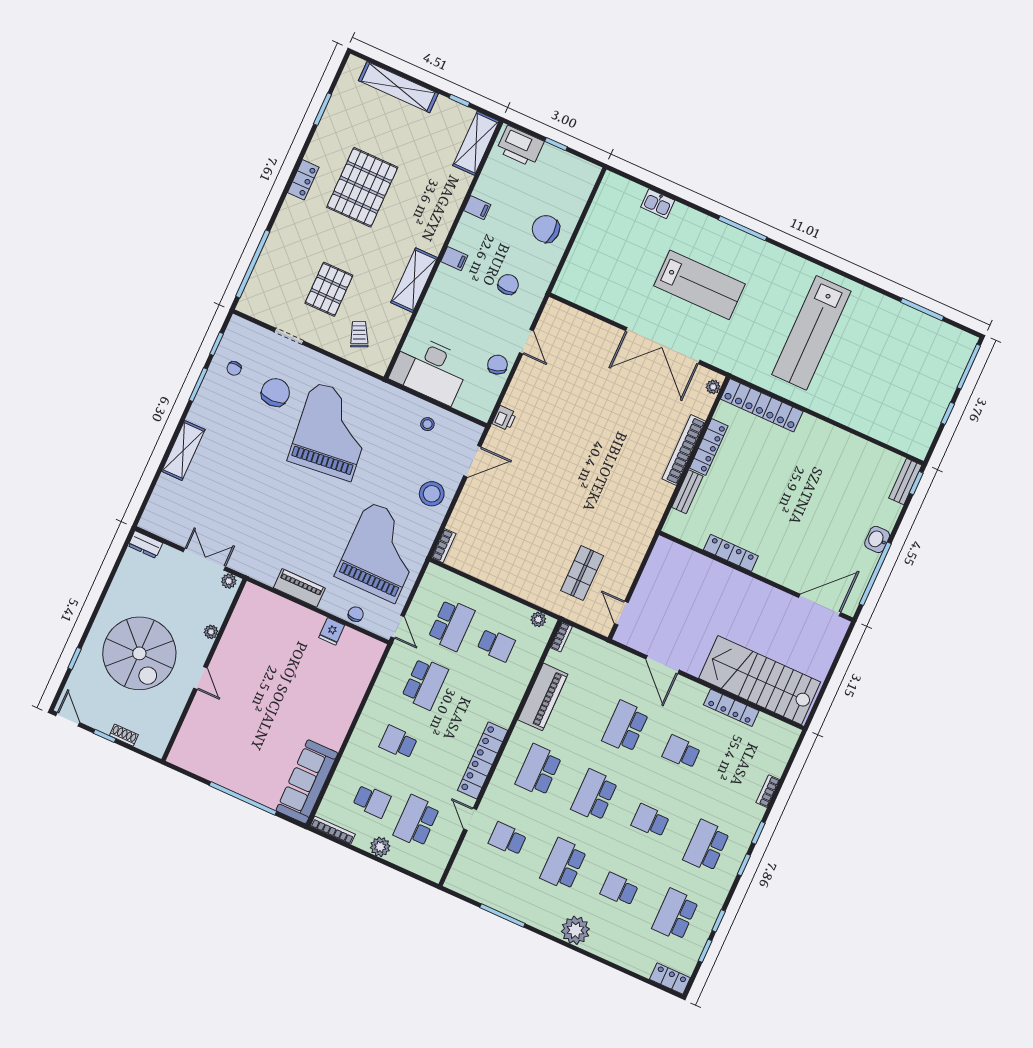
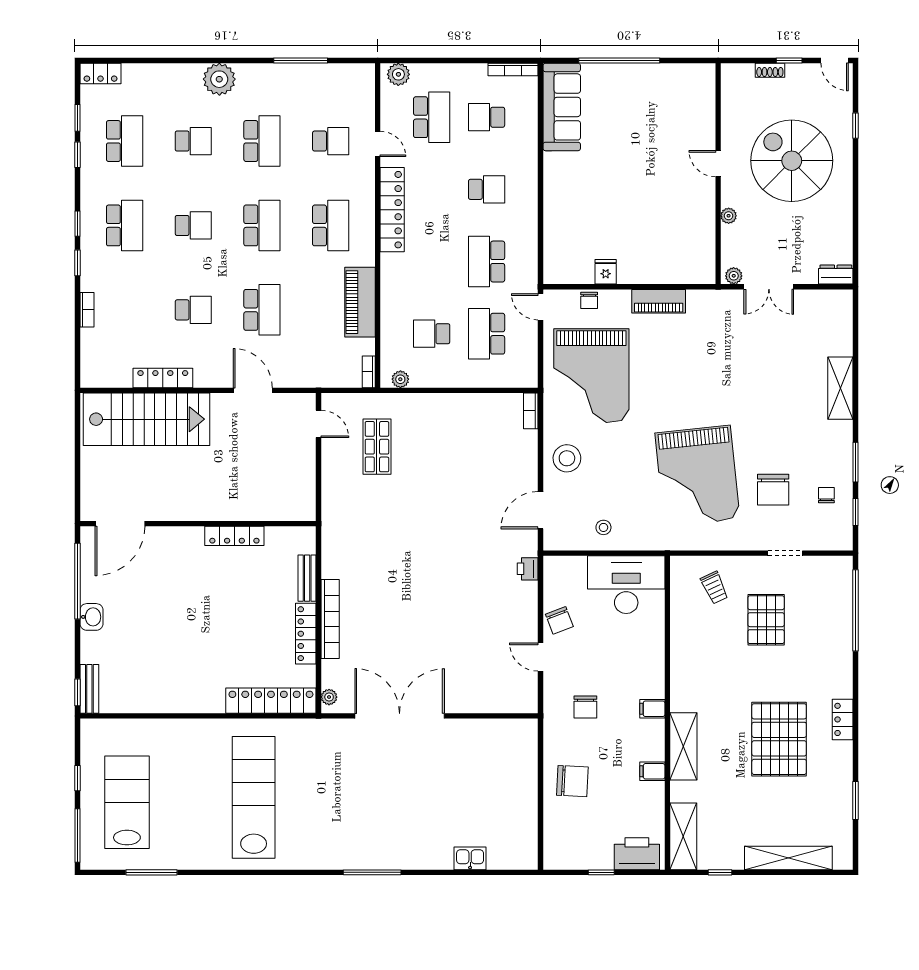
shelving: (414, 280) -> (683, 746), moved
lab bench: (700, 285) -> (127, 802), moved, turned 90
plant: (380, 847) -> (398, 74), moved

